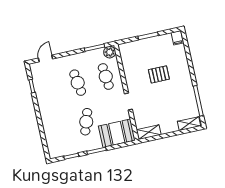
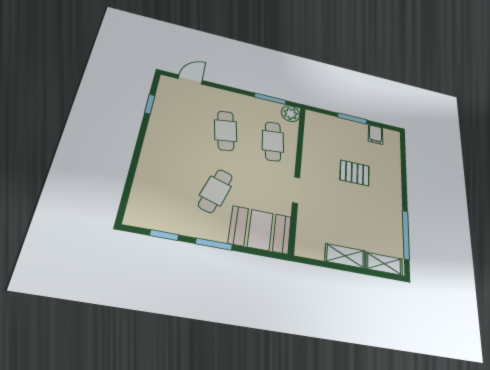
filing cabinet: (177, 38) -> (375, 134), moved
shelving: (149, 132) -> (345, 256), moved

